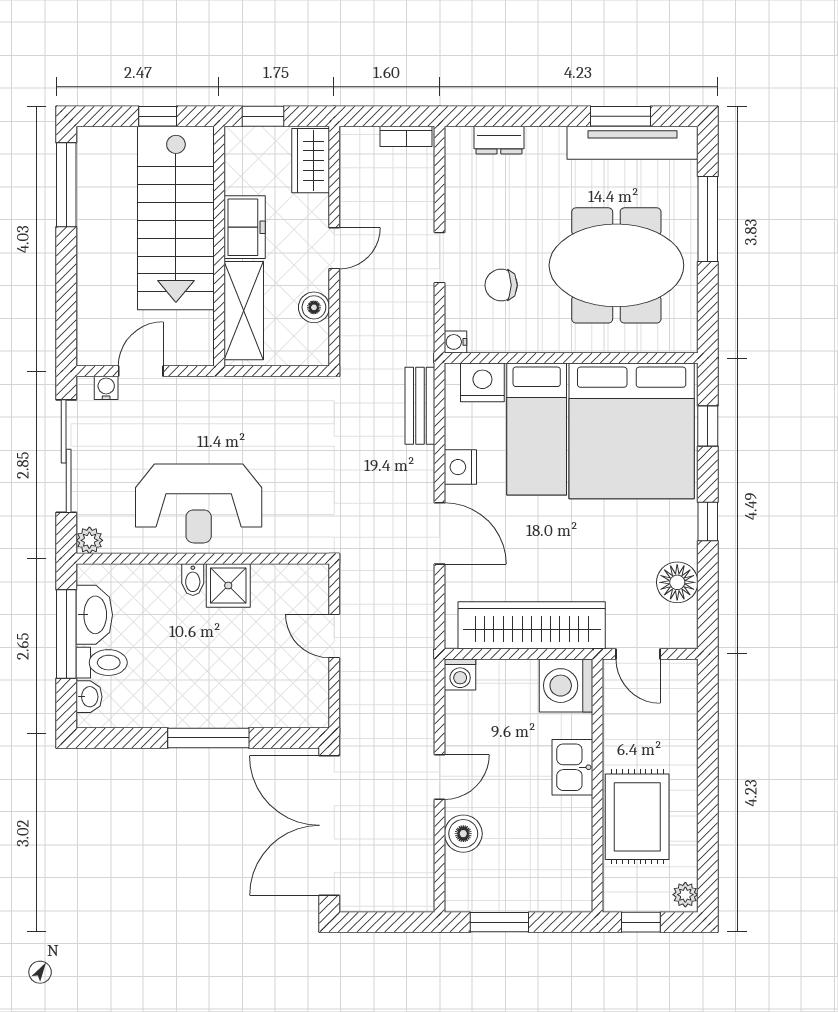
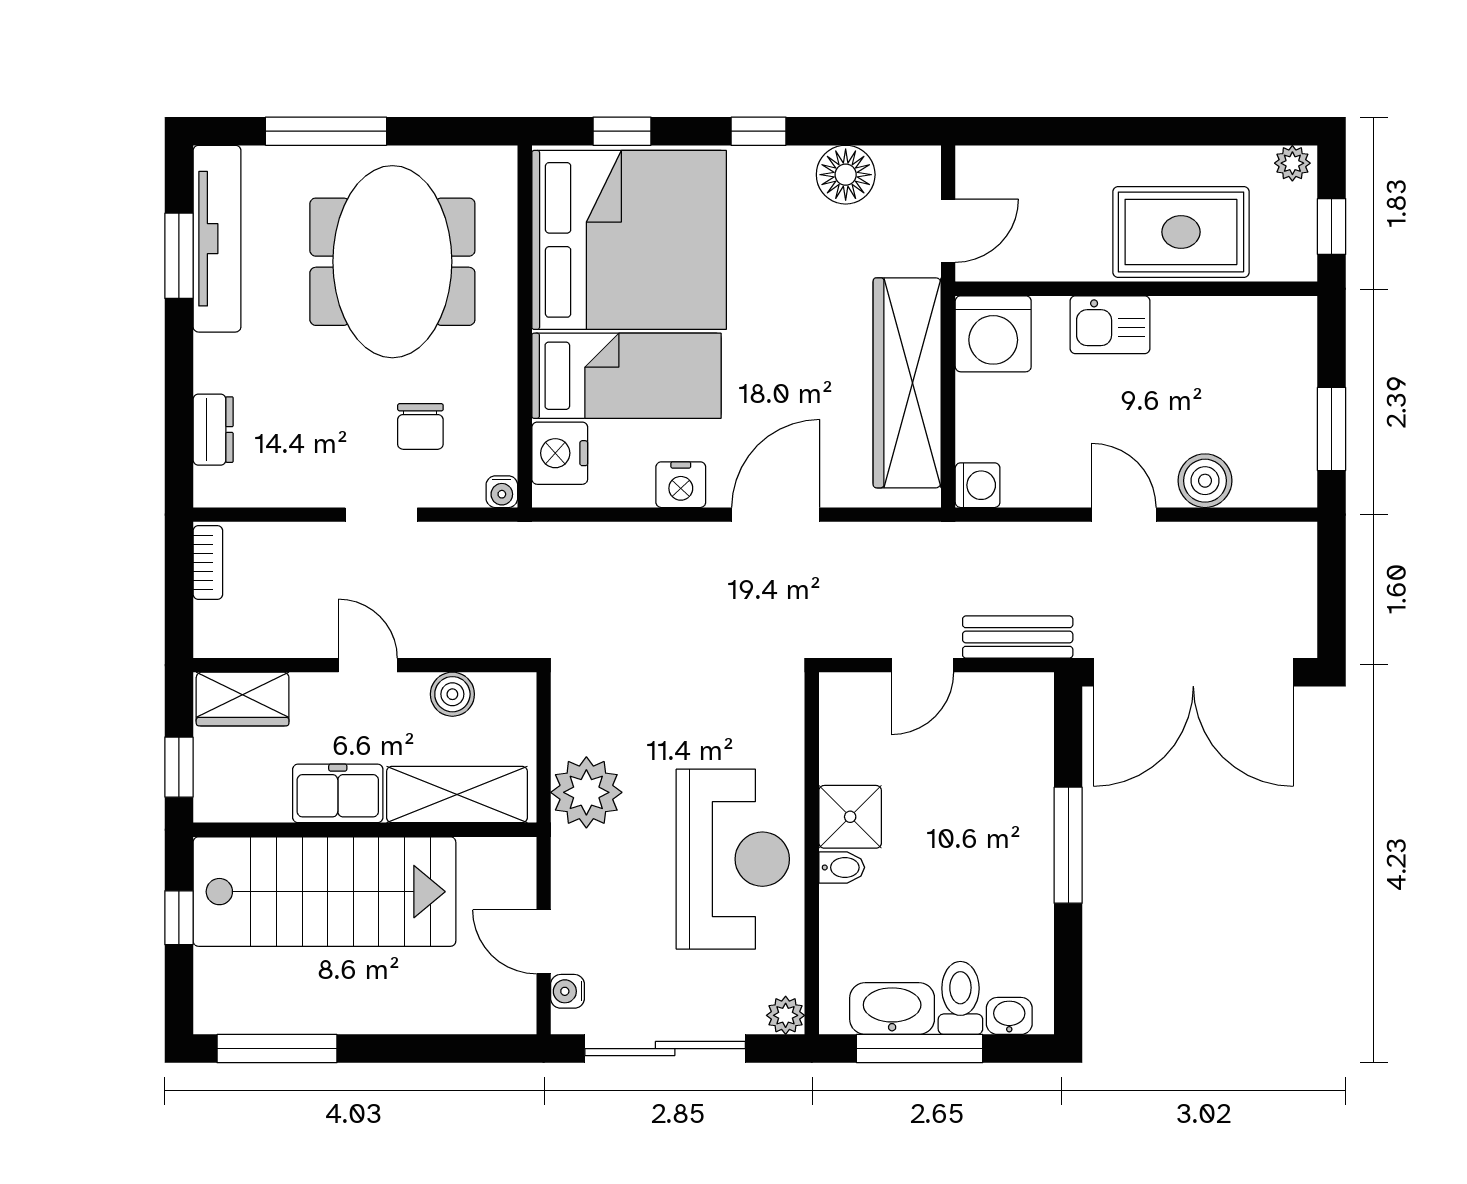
plant: (245, 401) -> (586, 792), added
bench: (420, 406) -> (1018, 637), moved

